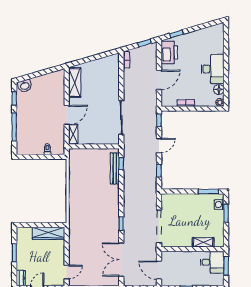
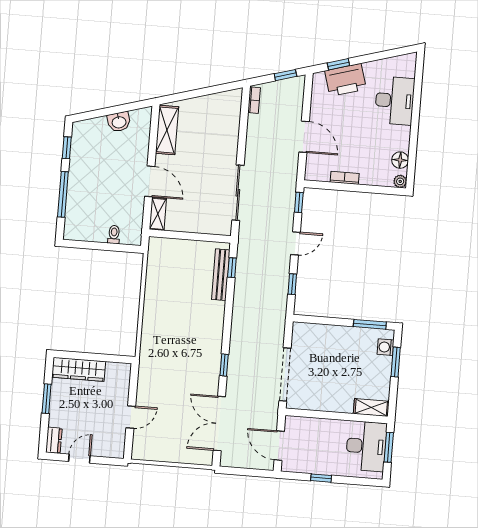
printer: (169, 52) -> (345, 80), moved, turned 74
desk: (213, 69) -> (395, 101), moved
door: (159, 80) -> (304, 137), hinge flipped
washbasin: (25, 86) -> (119, 122), moved
door: (67, 115) -> (150, 181), hinge flipped
wardrobe: (48, 233) -> (79, 369), moved
shelving: (203, 242) -> (371, 407), moved
desk: (212, 262) -> (366, 446), width x1.37
door: (67, 272) -> (131, 417), moved

